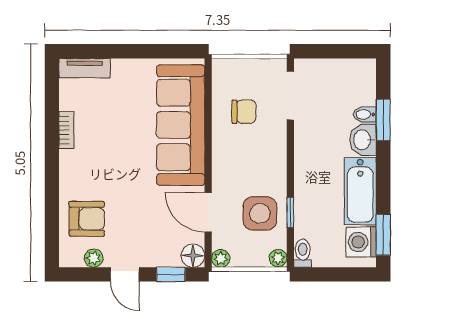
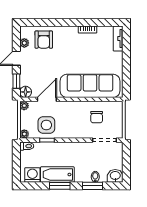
washbasin: (363, 140) -> (115, 176), moved
window: (383, 235) -> (60, 186), moved

